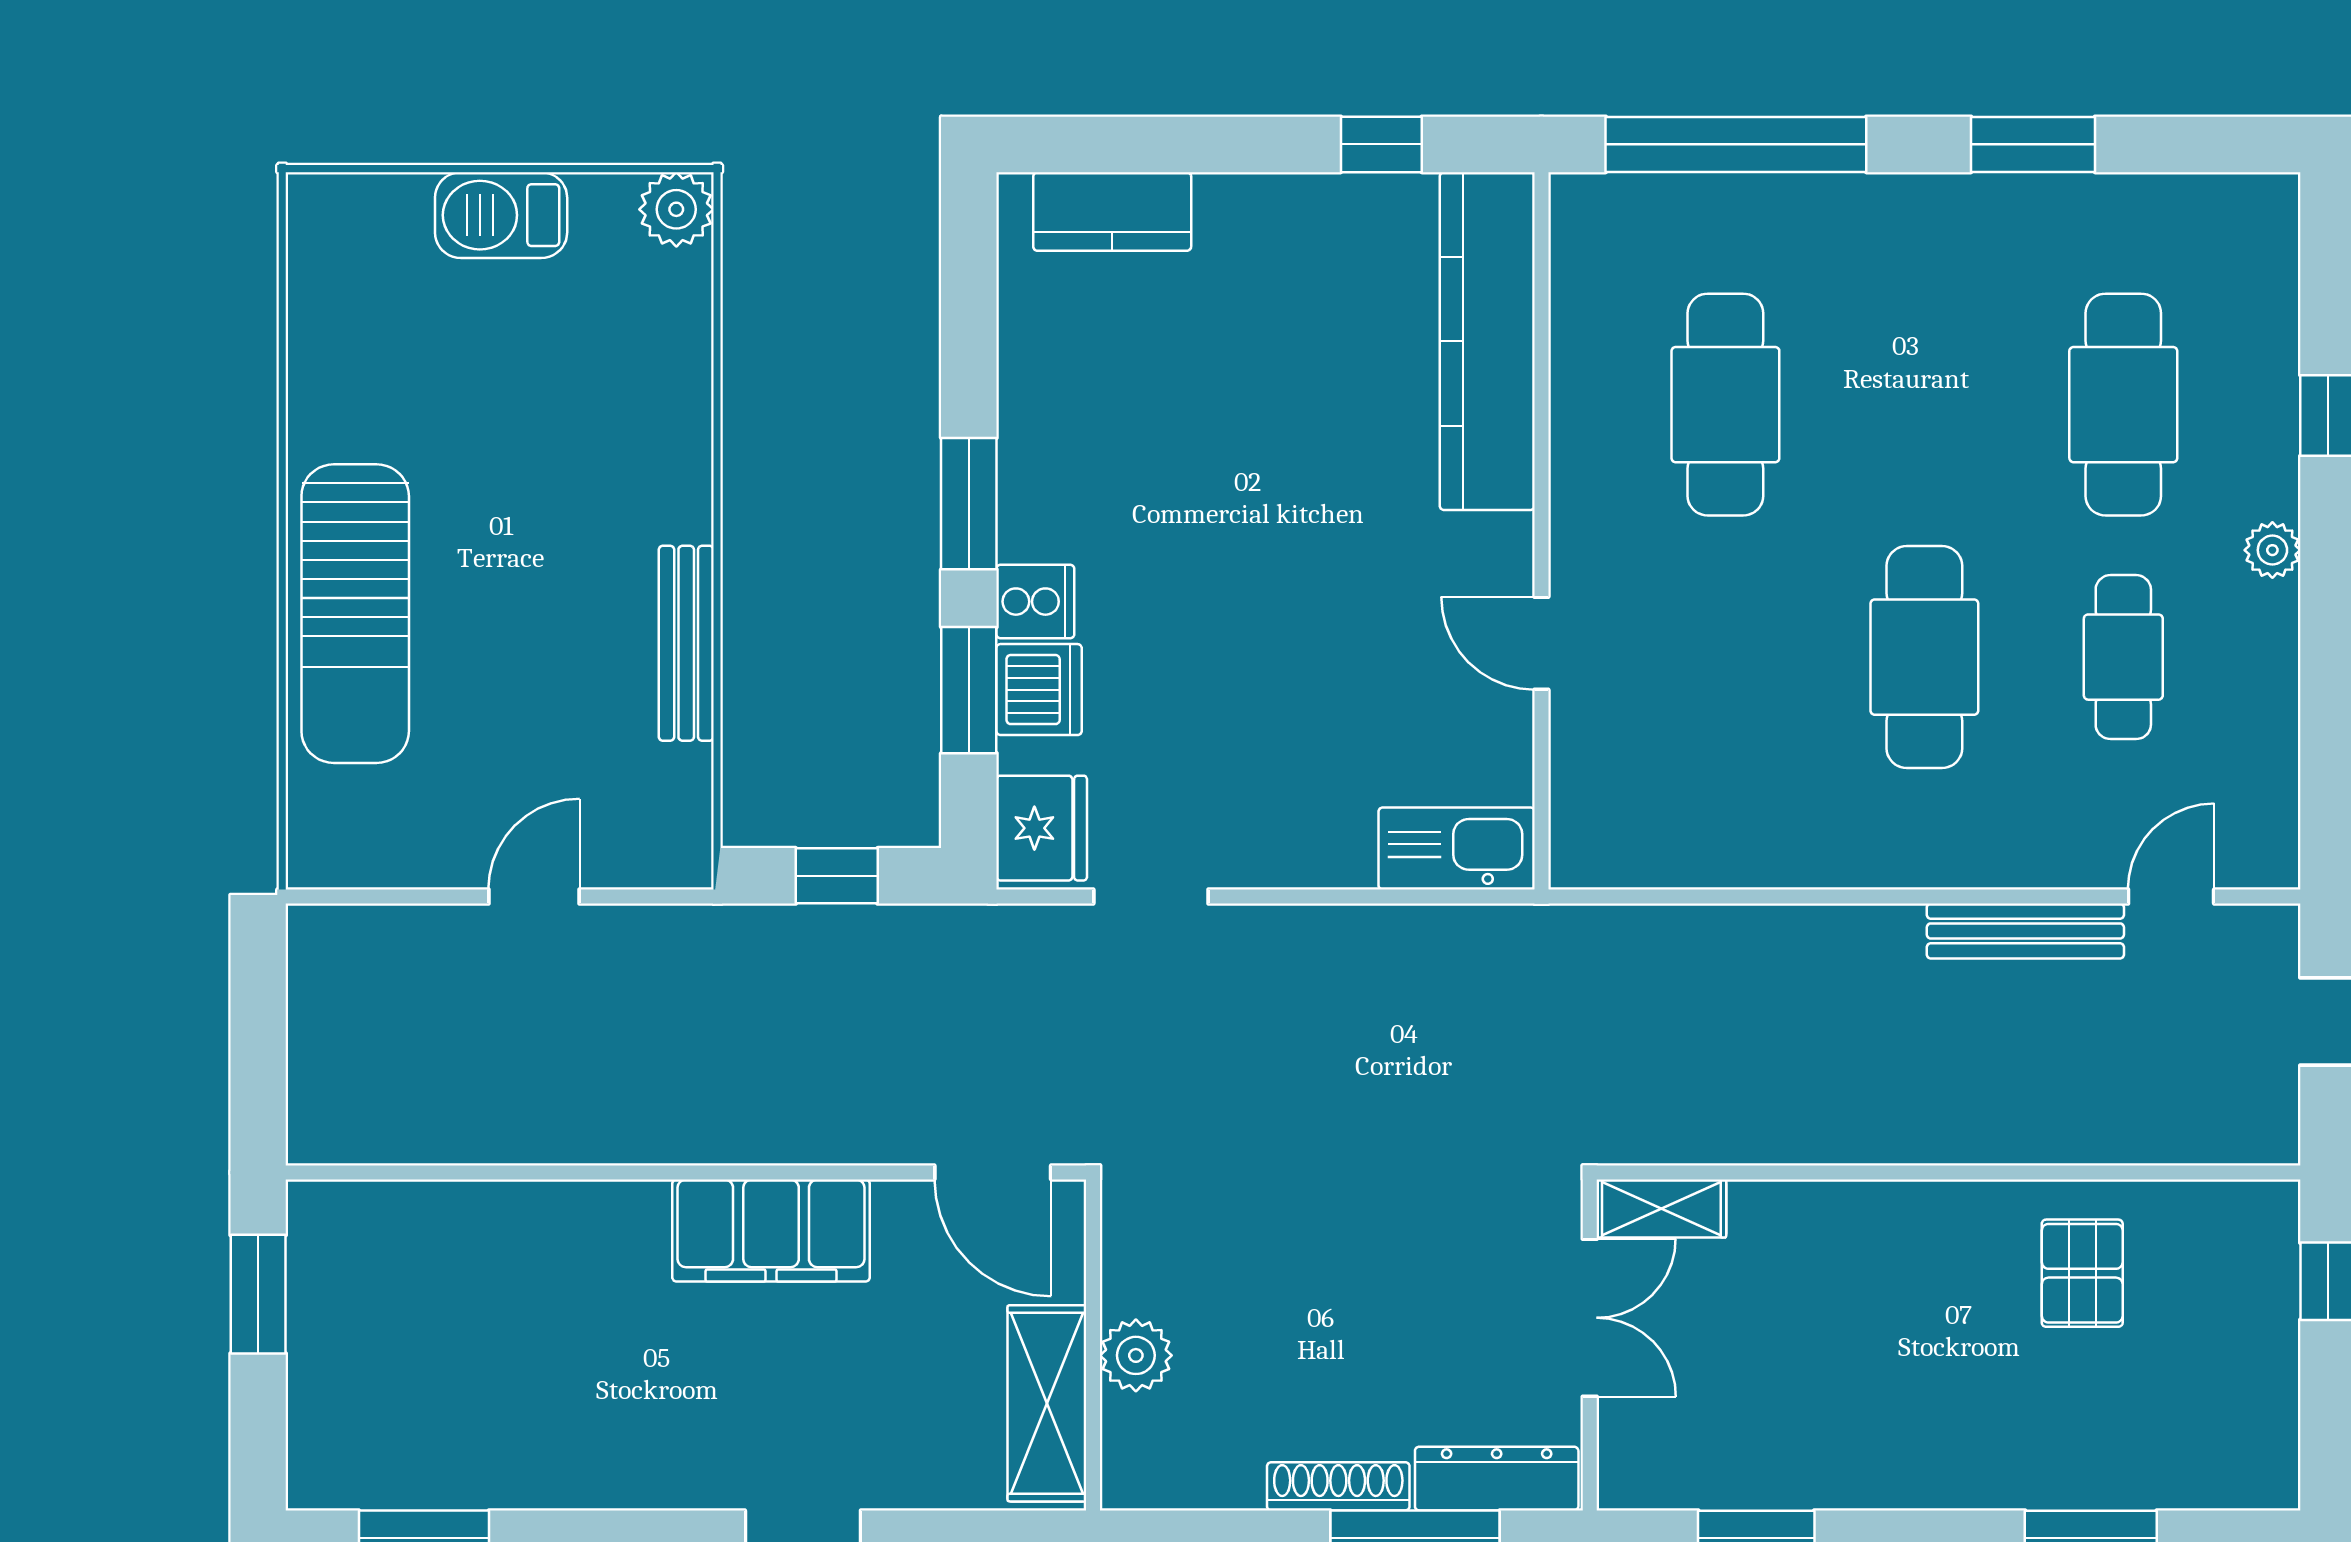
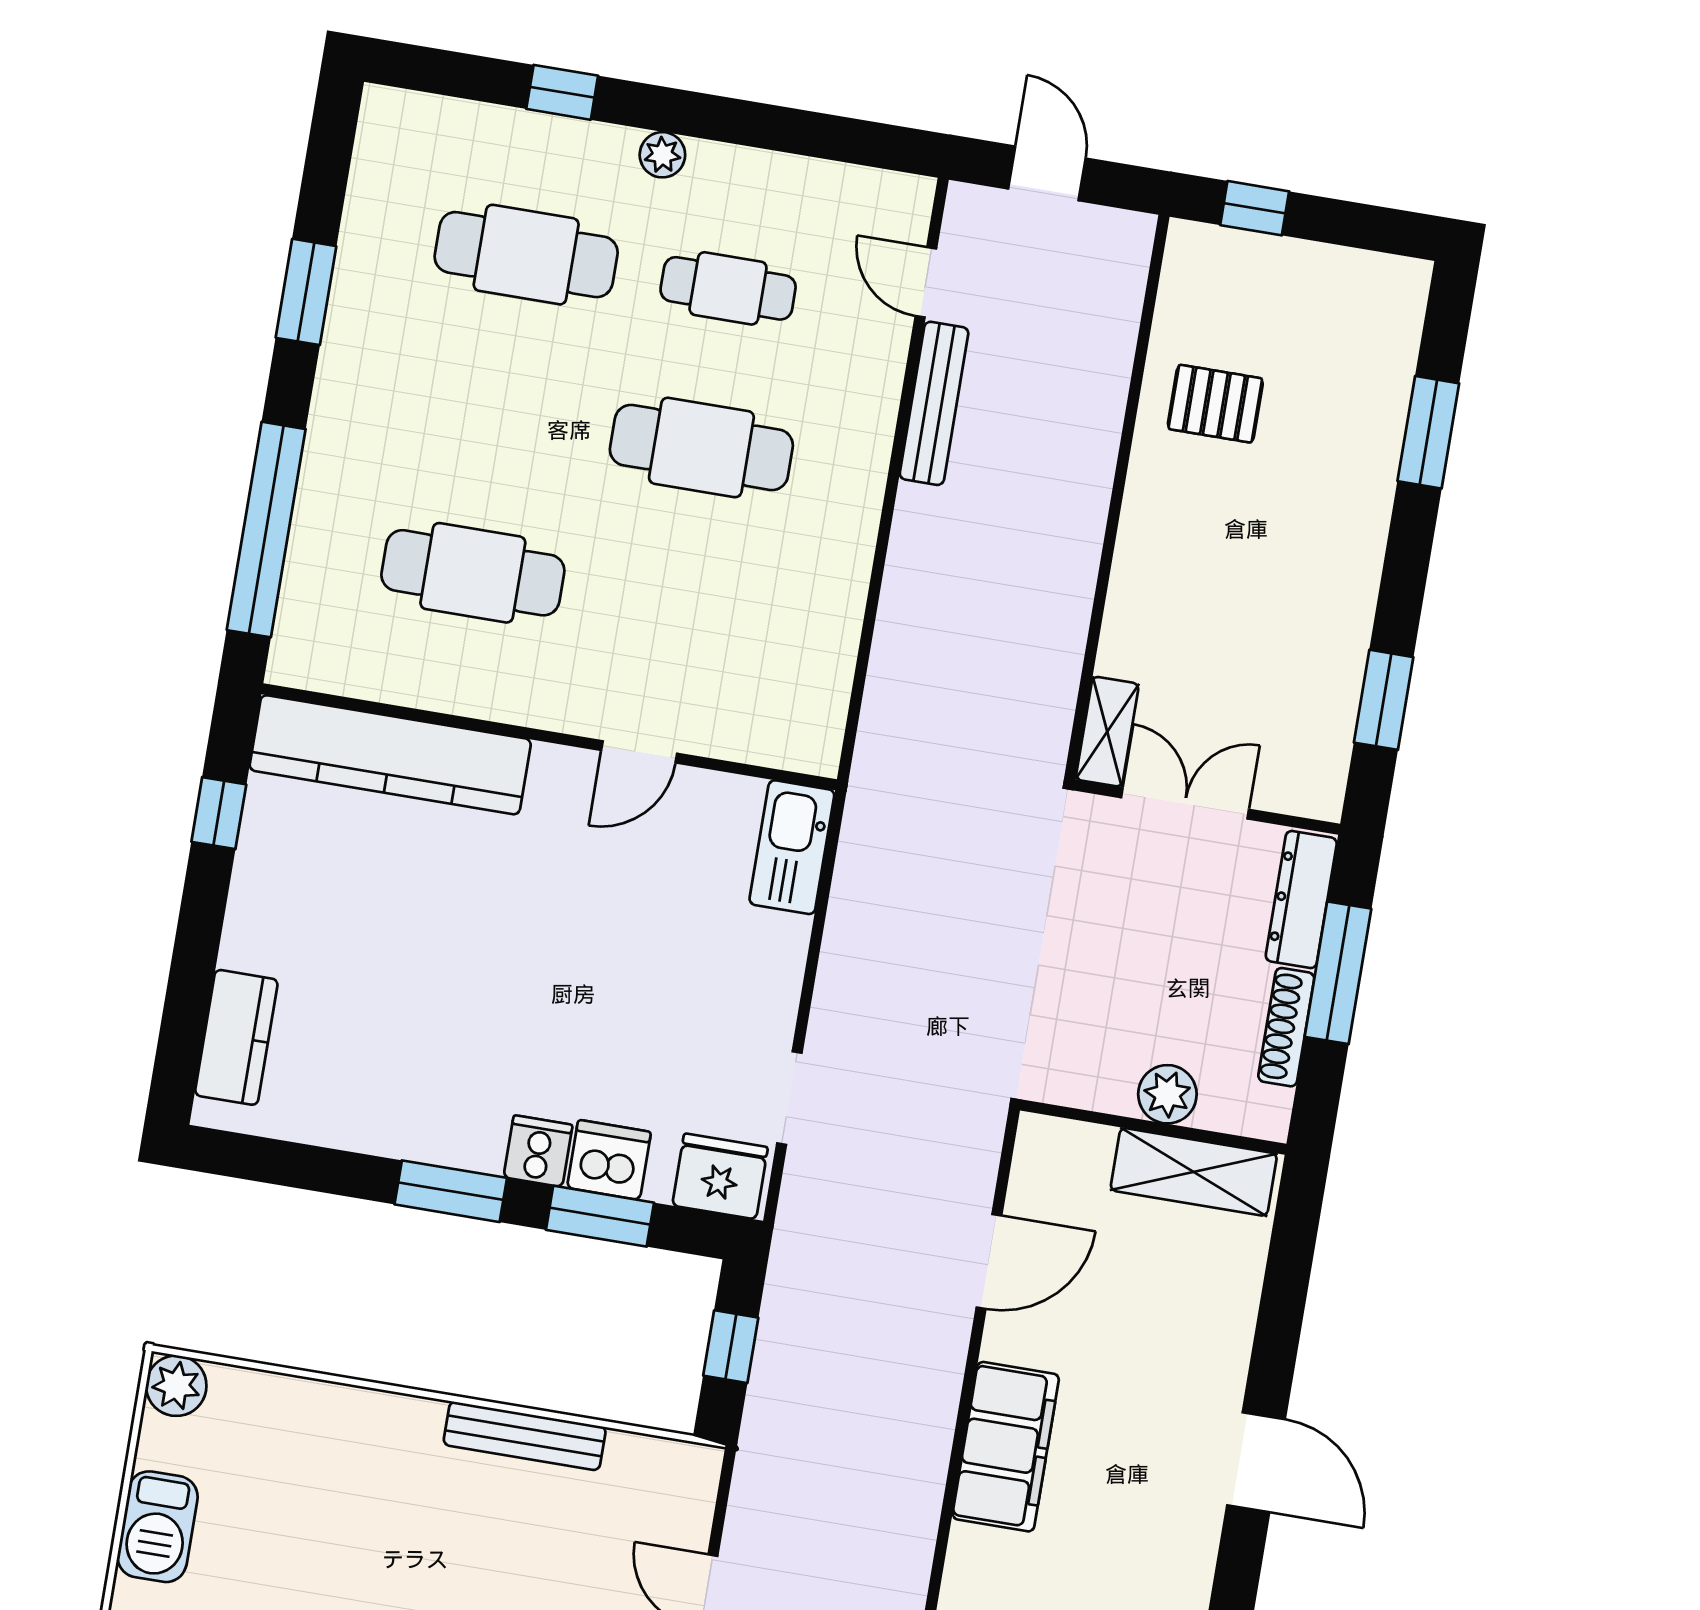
wall: (1093, 1345) -> (1153, 1127), moved
plant: (1136, 1355) -> (1167, 1094), moved
shelving: (1047, 1403) -> (1194, 1172), moved

